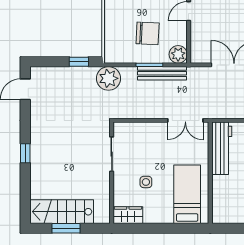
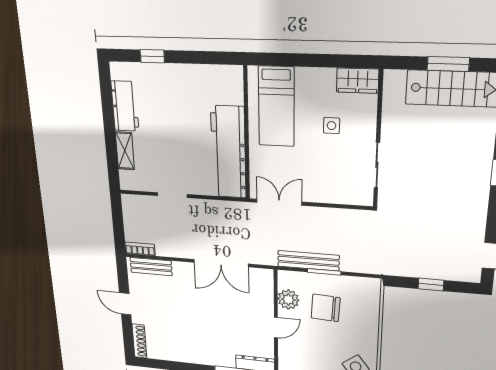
plant: (178, 54) -> (288, 299), moved
window: (79, 62) -> (431, 284), moved
plant: (108, 78) -> (377, 260), removed
workbench: (222, 148) -> (228, 152), width x1.36, depth x1.32

